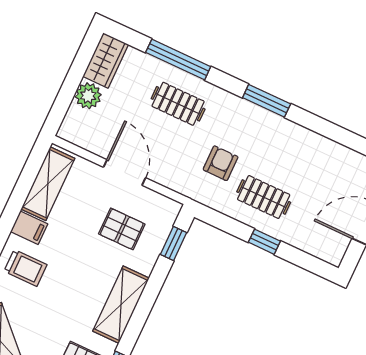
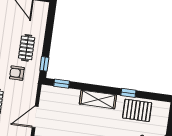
pallet: (122, 229) -> (62, 110), removed
window: (264, 242) -> (44, 64), moved

